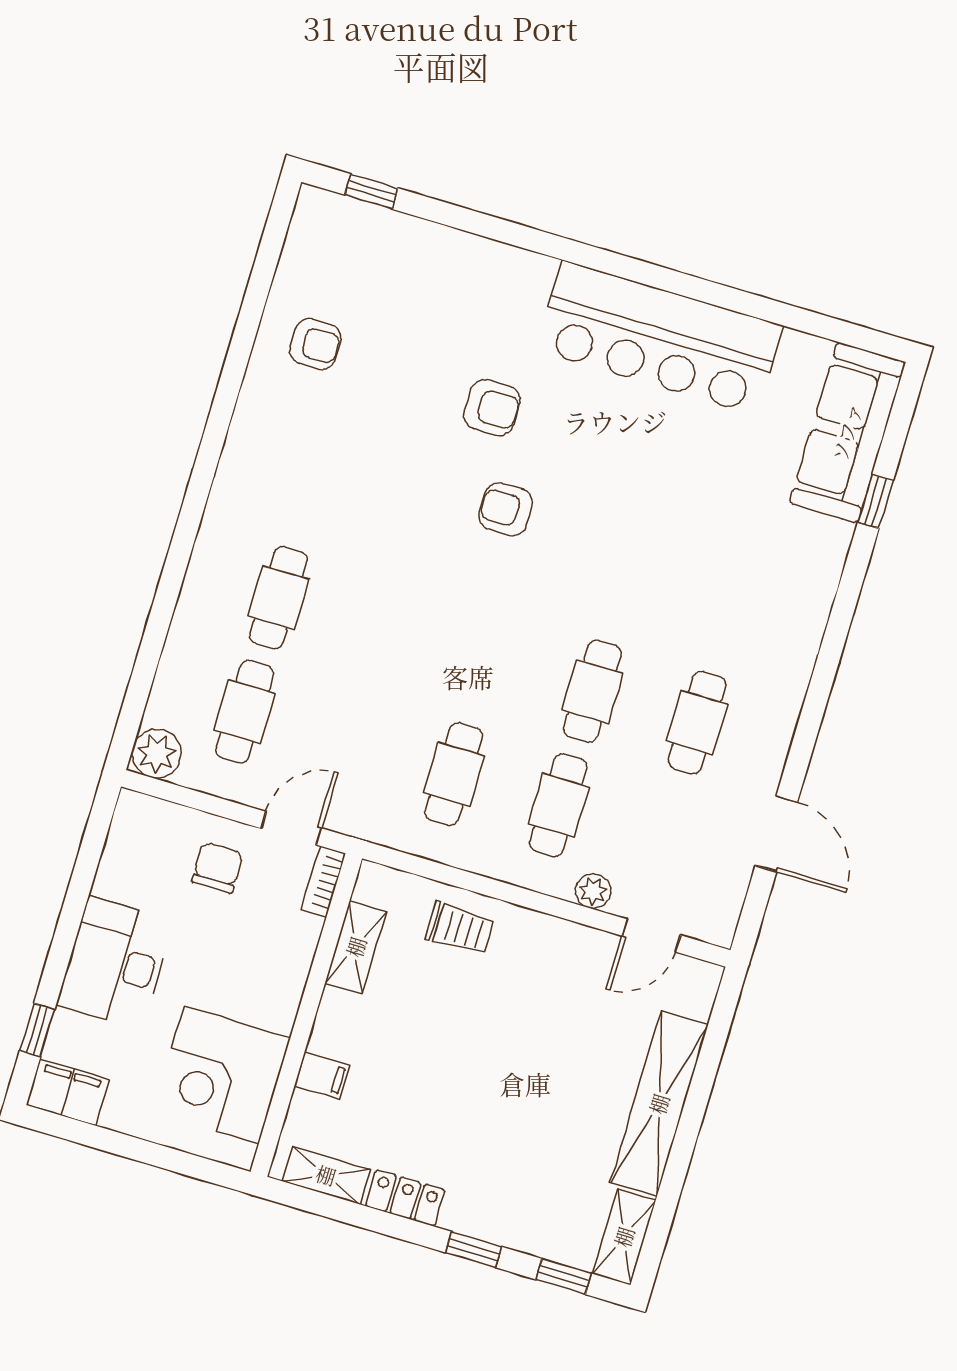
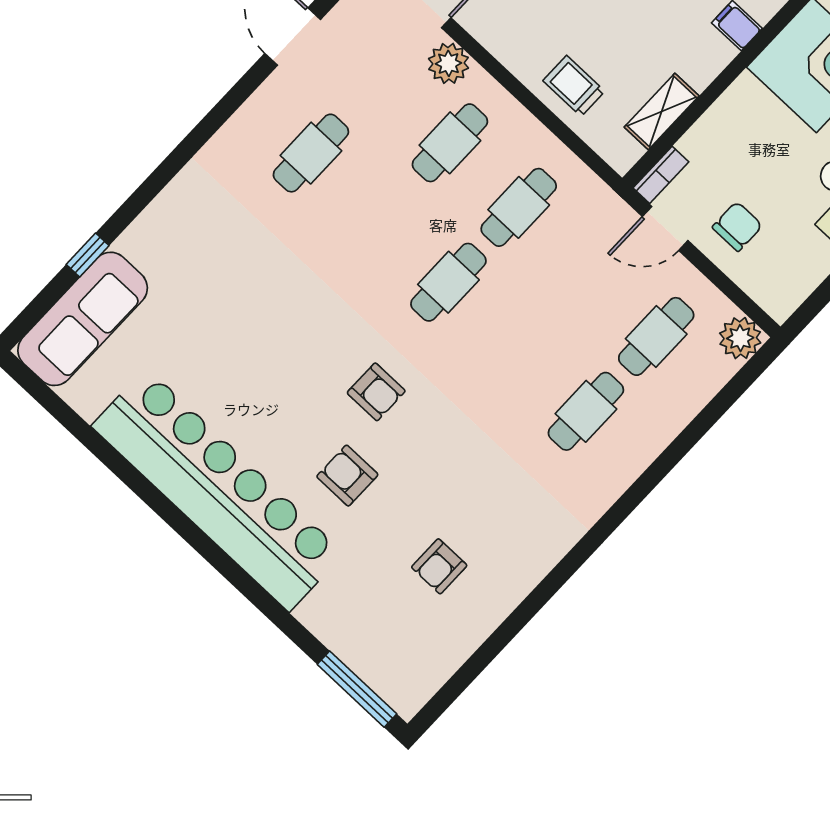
window: (372, 192) -> (357, 689), width x2.17
bar counter: (659, 338) -> (218, 490), width x1.36
armchair: (315, 344) -> (439, 566), moved, turned -90
cafe table: (592, 691) -> (448, 282), moved
chair: (218, 868) -> (737, 226), turned 180
plant: (593, 891) -> (448, 63), width x1.38, depth x1.38

